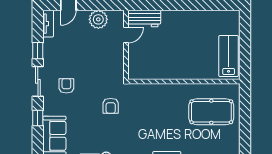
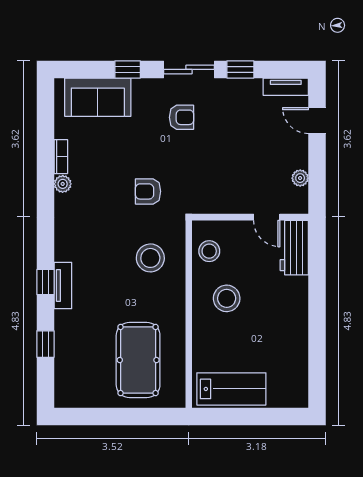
plant: (98, 19) -> (300, 178), width x0.53, depth x0.53
stool: (174, 59) -> (227, 298), added
stool: (146, 69) -> (209, 251), added
stool: (150, 104) -> (150, 258), added

